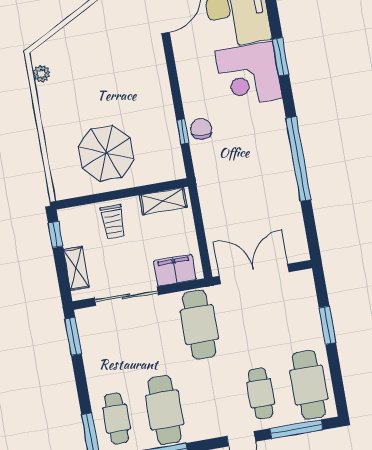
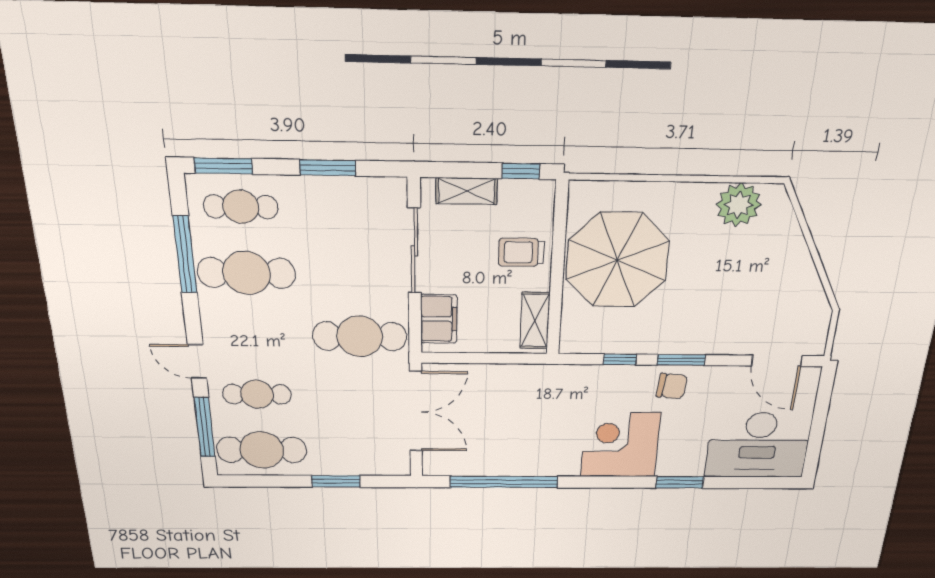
plant: (41, 74) -> (739, 205), width x1.87, depth x1.87
corner desk: (249, 75) -> (620, 445), moved
window: (175, 86) -> (681, 360), added
chair: (201, 129) -> (672, 386), moved
parasol: (106, 153) -> (617, 260), width x1.36, depth x1.36
window: (298, 159) -> (504, 482), moved
window: (73, 336) -> (328, 168), moved

